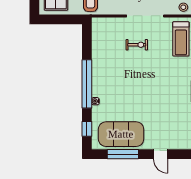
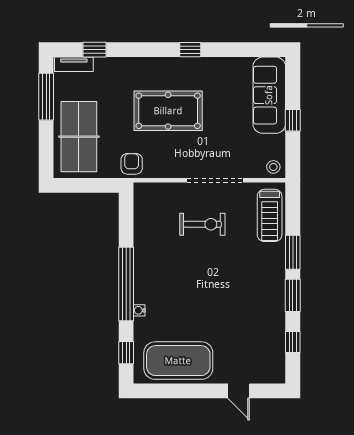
exercise bike: (137, 45) -> (202, 224), width x1.38, depth x1.39
window: (123, 154) -> (181, 391), removed

